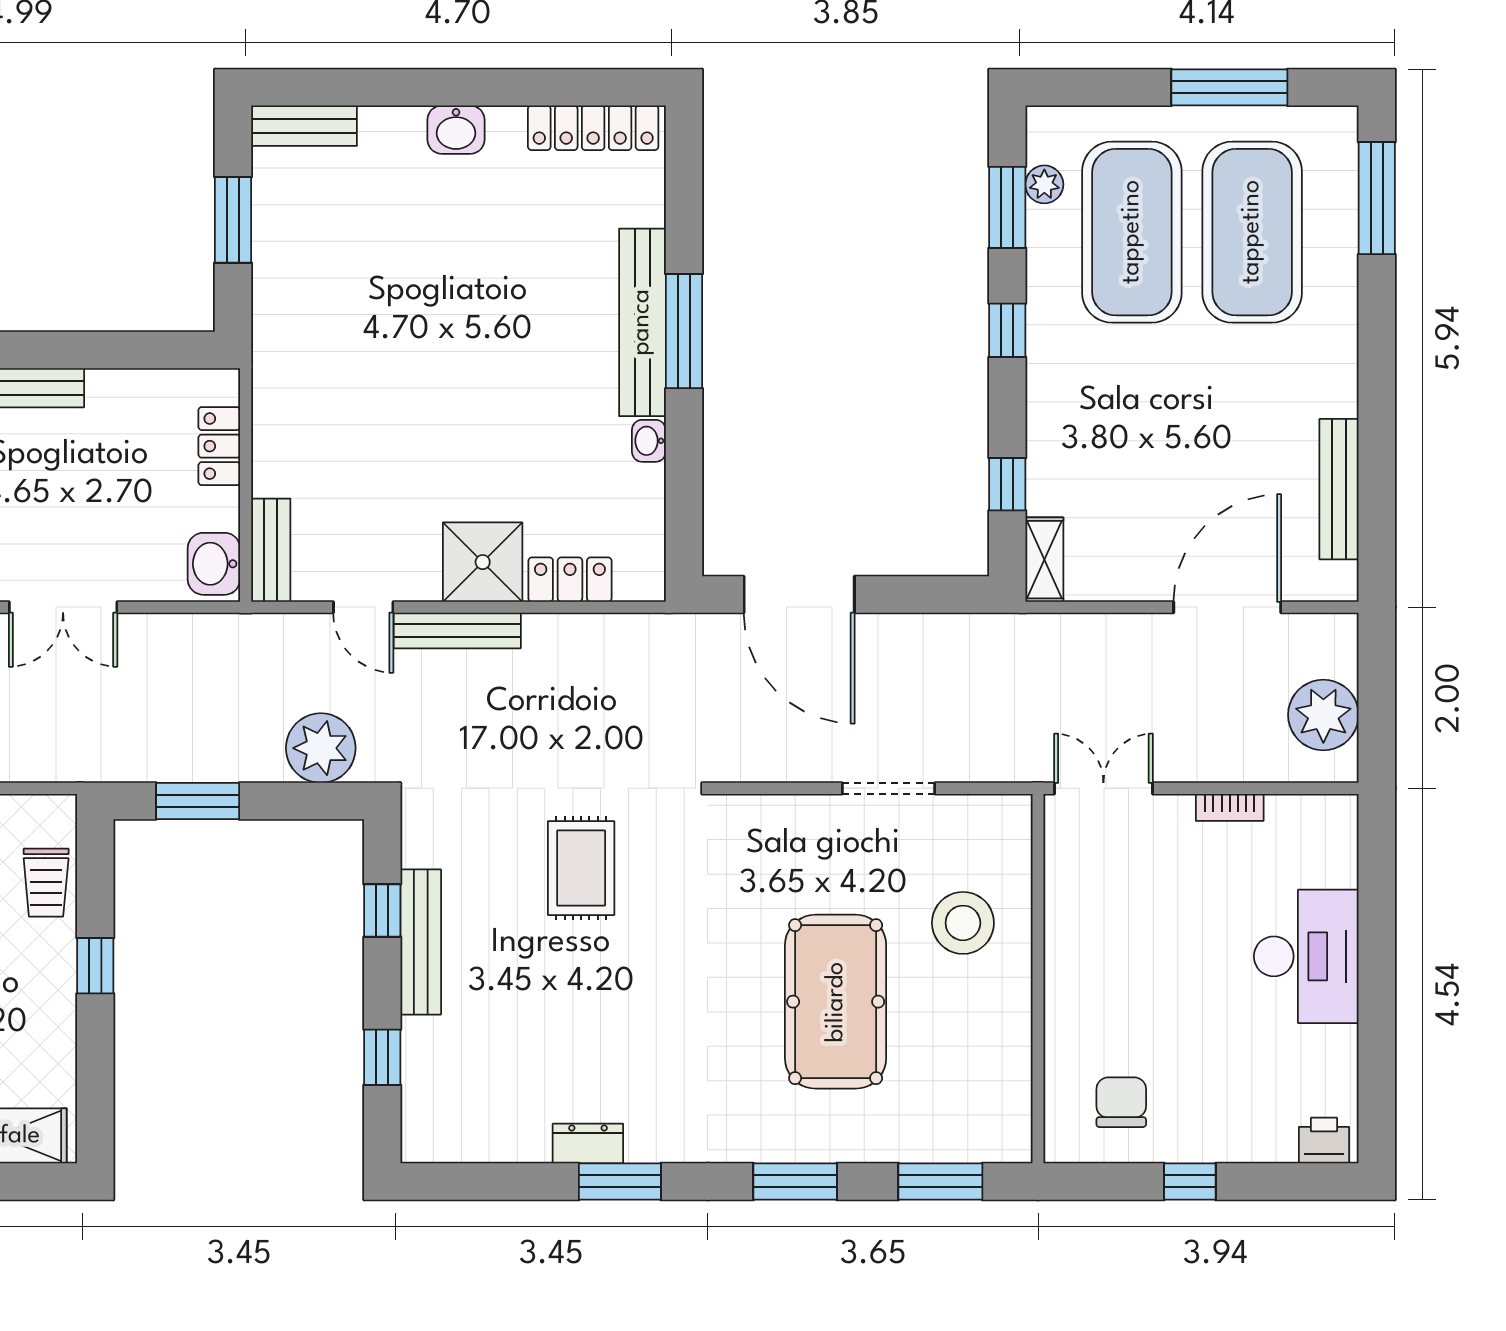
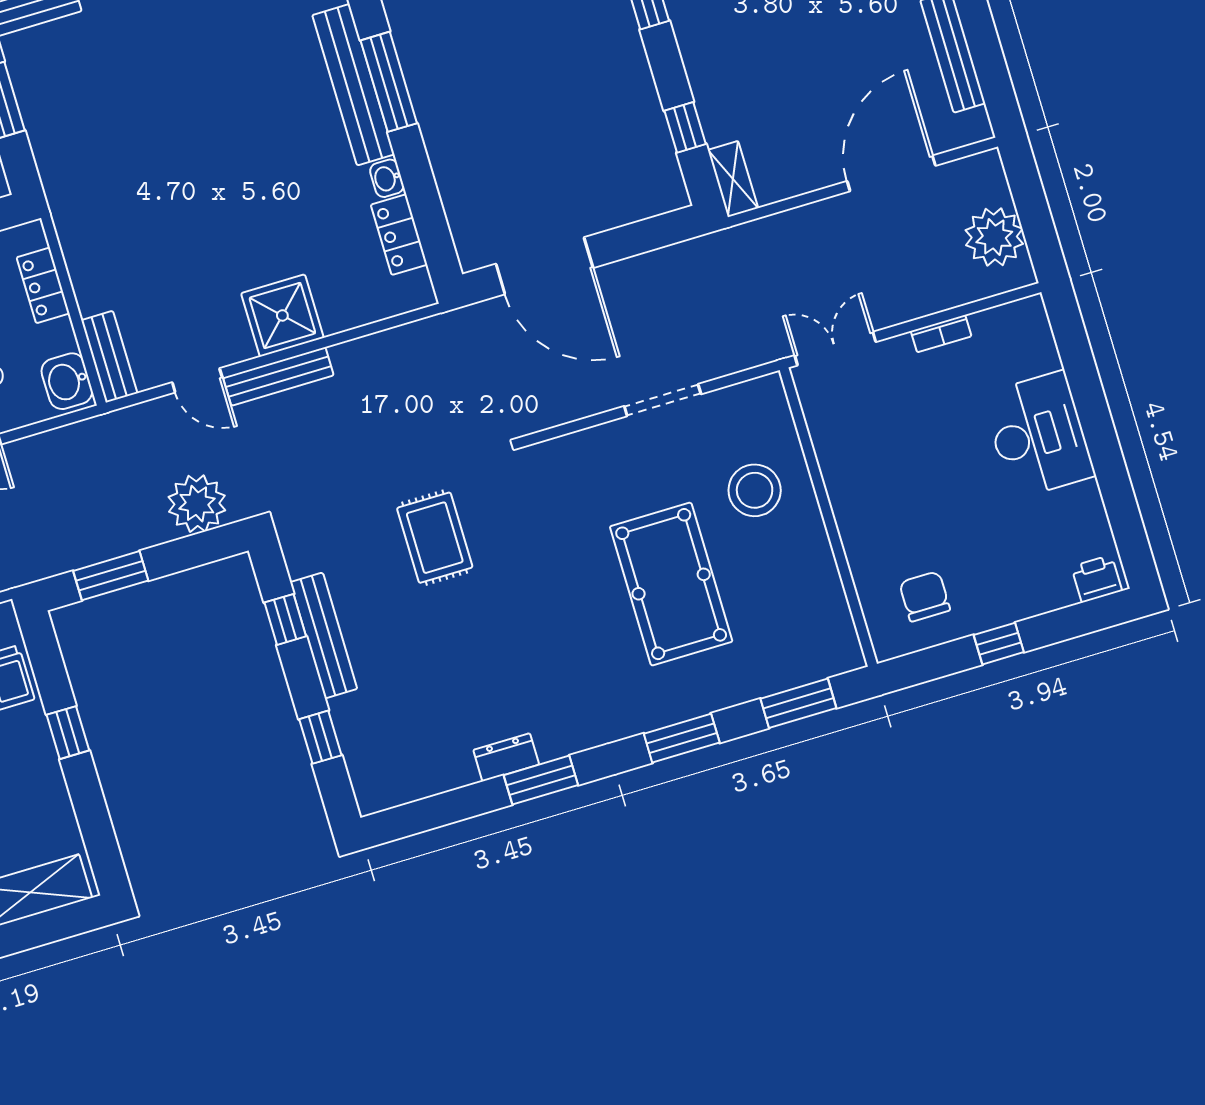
locker: (570, 580) -> (399, 235), moved, turned -90

